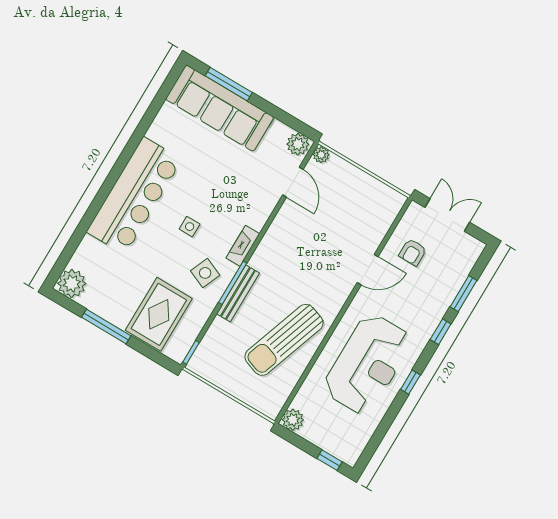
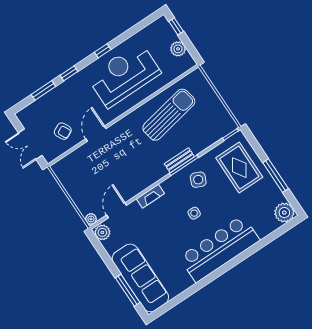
fireplace: (243, 246) -> (150, 196), moved
armchair: (413, 252) -> (63, 131), turned 63
door: (368, 270) -> (96, 134), hinge flipped
bench: (238, 293) -> (179, 160), width x0.73
rug: (159, 314) -> (239, 168), turned 90
sun lounger: (284, 340) -> (169, 115), turned -30
plant: (293, 420) -> (178, 49), moved

